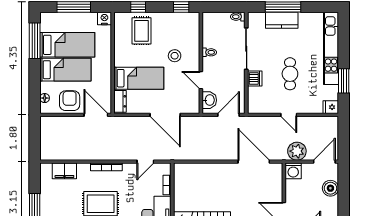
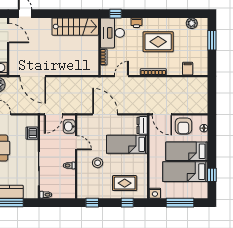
rug: (142, 31) -> (125, 183), turned 90
window: (35, 41) -> (212, 175), width x0.46
dishwasher: (255, 78) -> (32, 133), moved
filing cabinet: (64, 171) -> (188, 69), width x0.50

